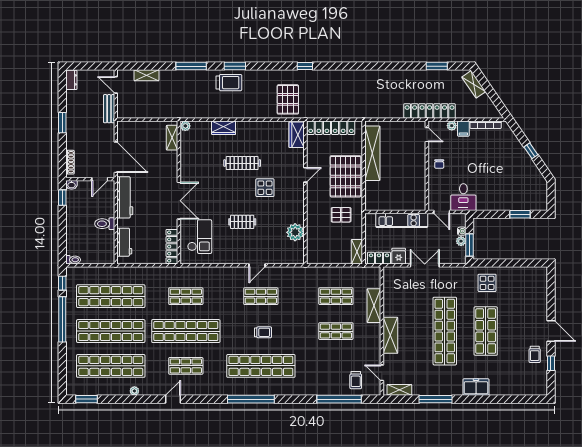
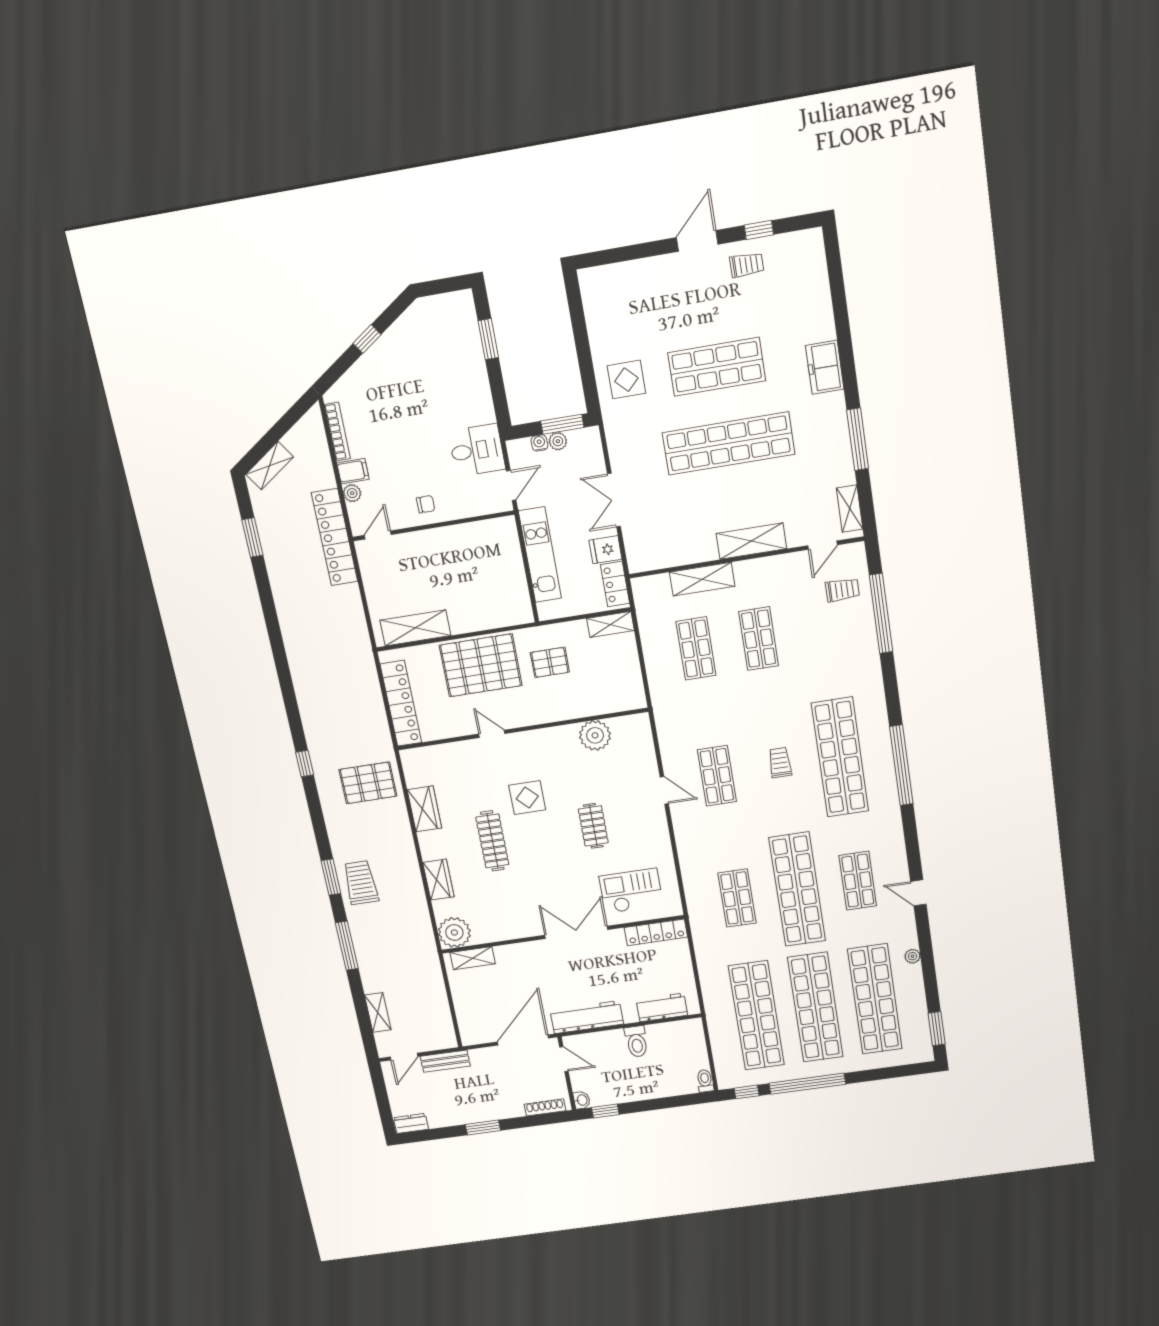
plant: (185, 126) -> (454, 932), width x1.87, depth x1.87
wardrobe: (297, 135) -> (424, 809), moved, turned -90
shelving: (372, 153) -> (415, 628), width x0.68
pallet: (341, 215) -> (550, 662), turned 90

